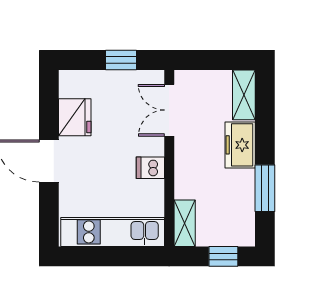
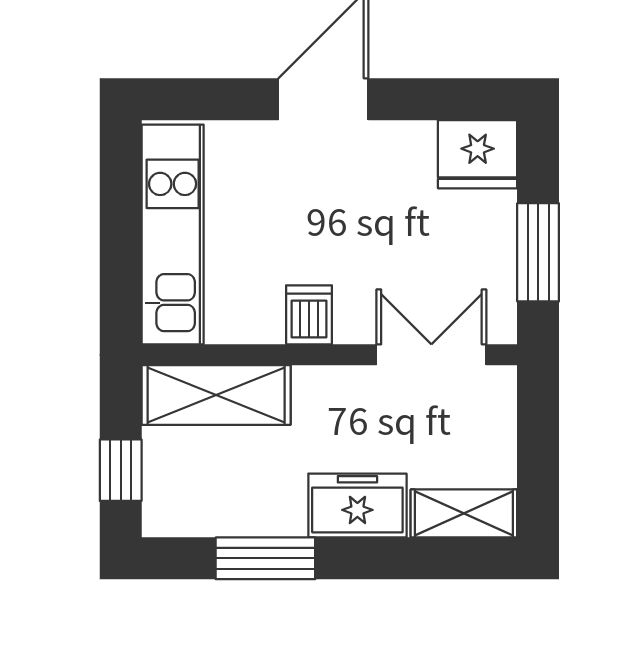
window: (121, 60) -> (538, 252), width x1.50
fridge: (75, 117) -> (478, 154), moved
shelving: (185, 223) -> (216, 395), width x1.50, depth x1.33

